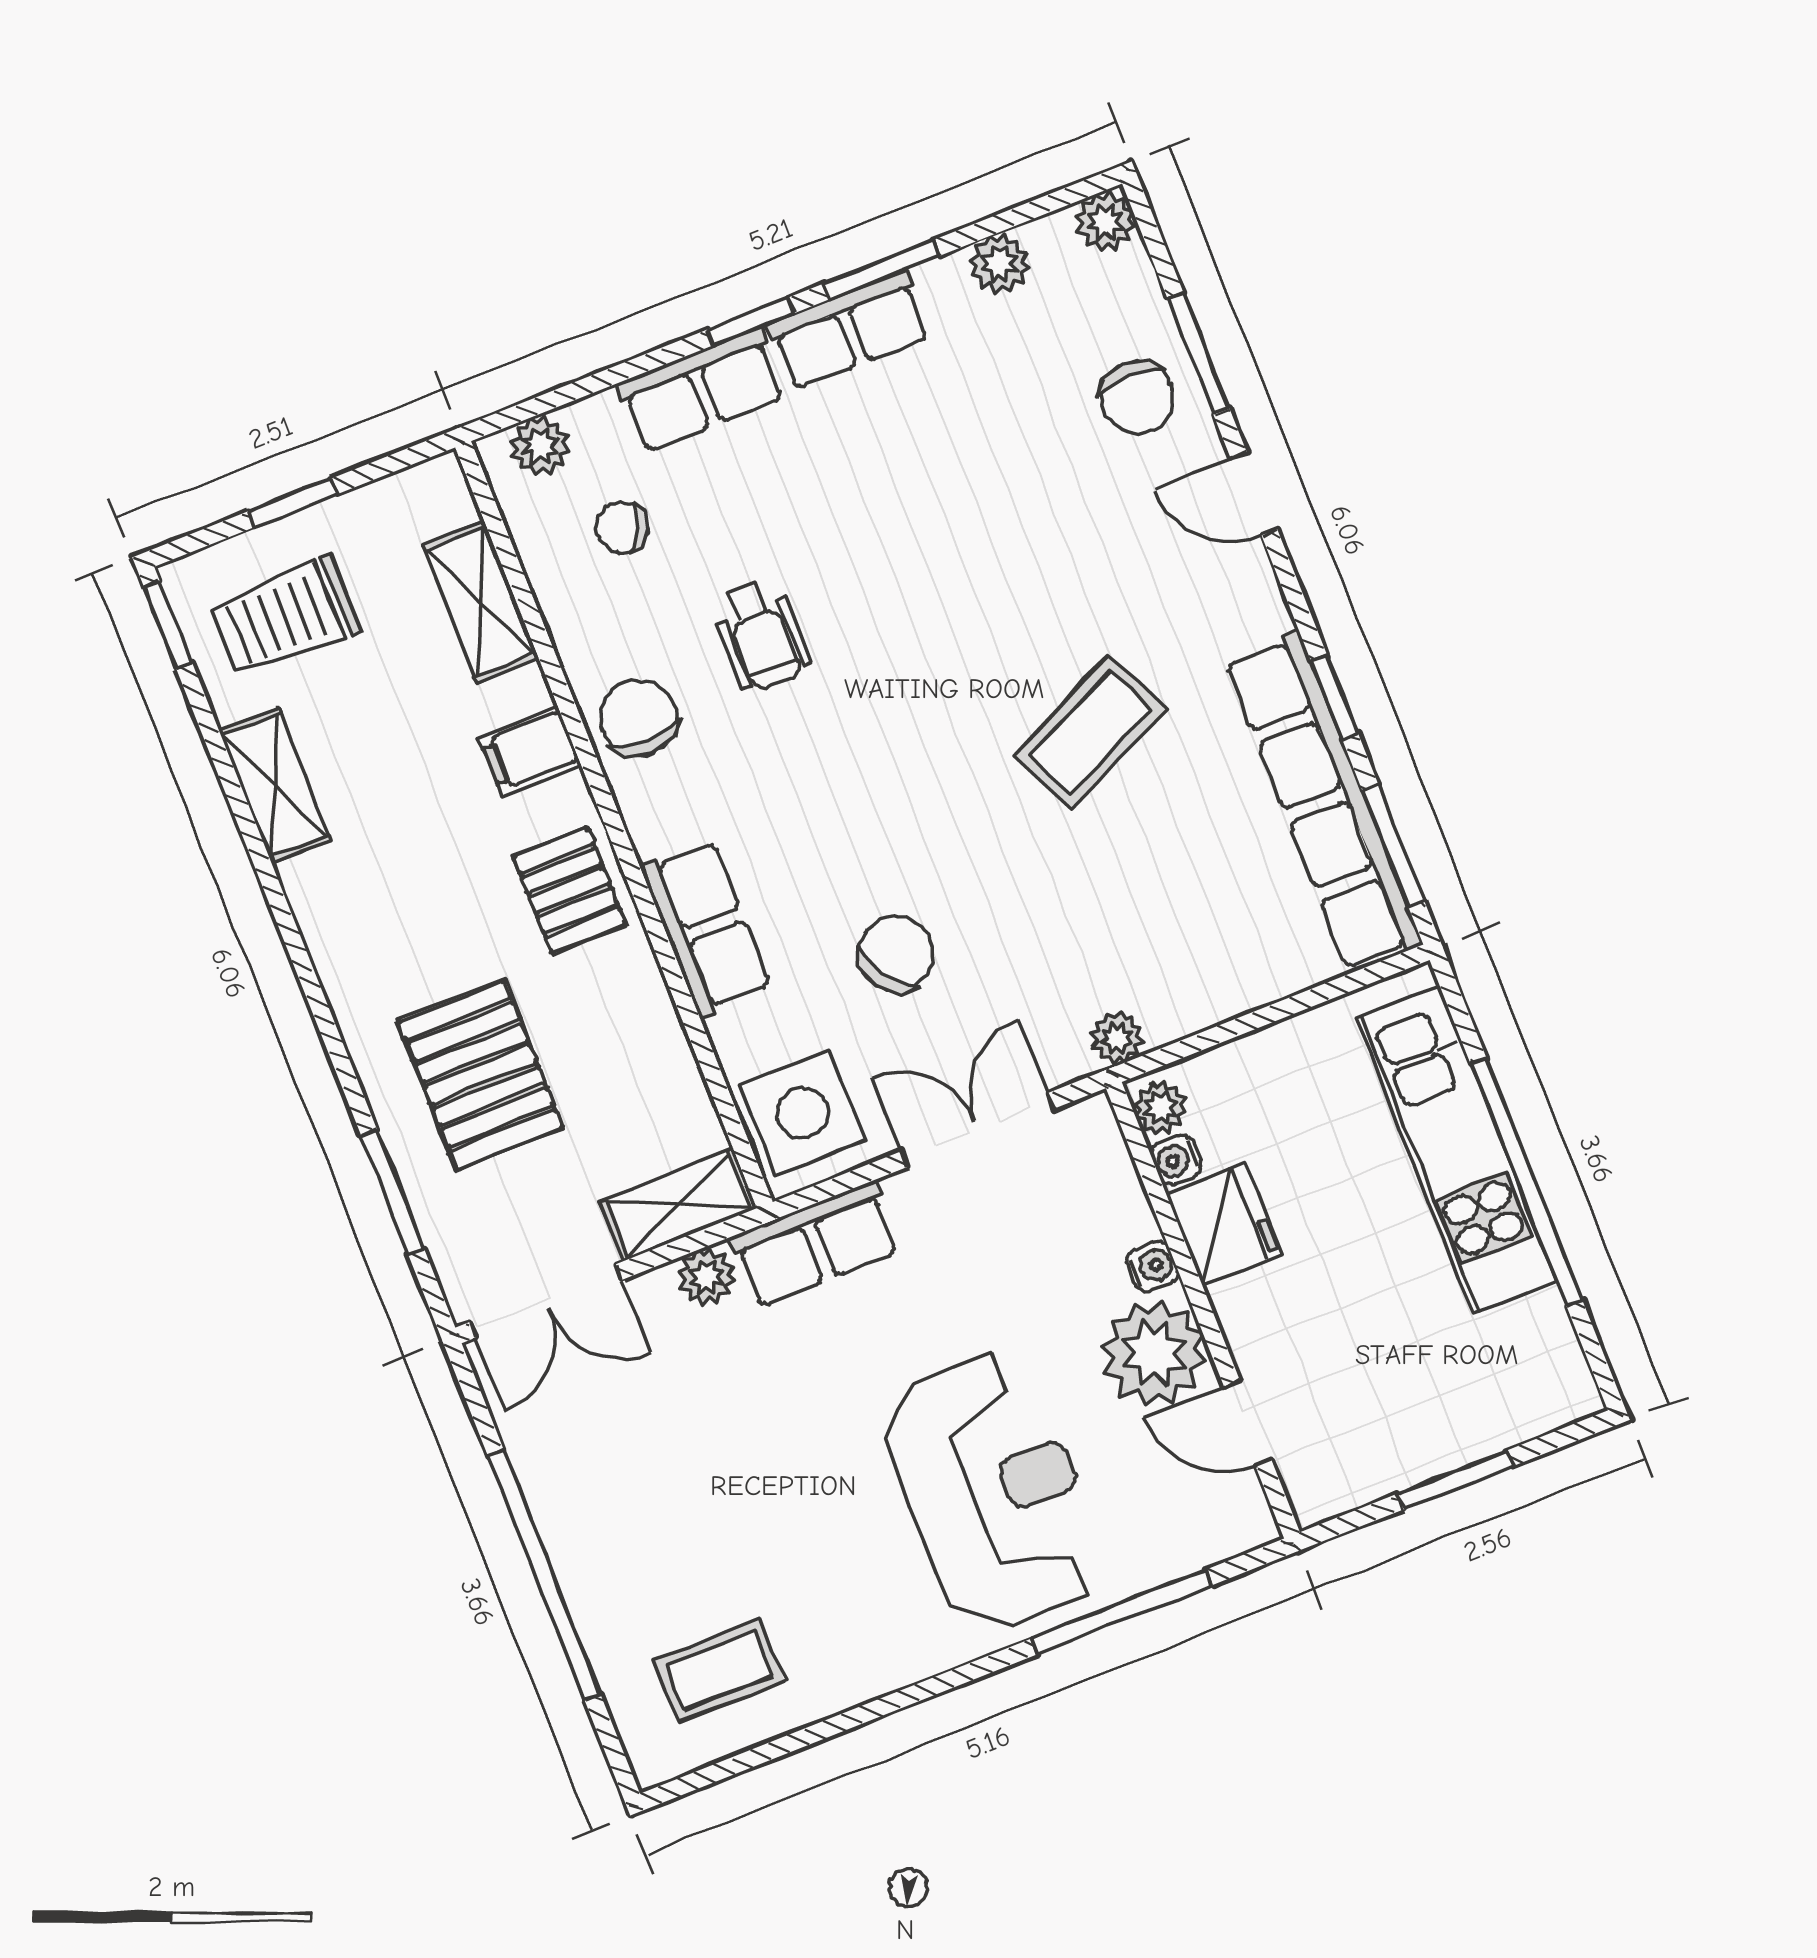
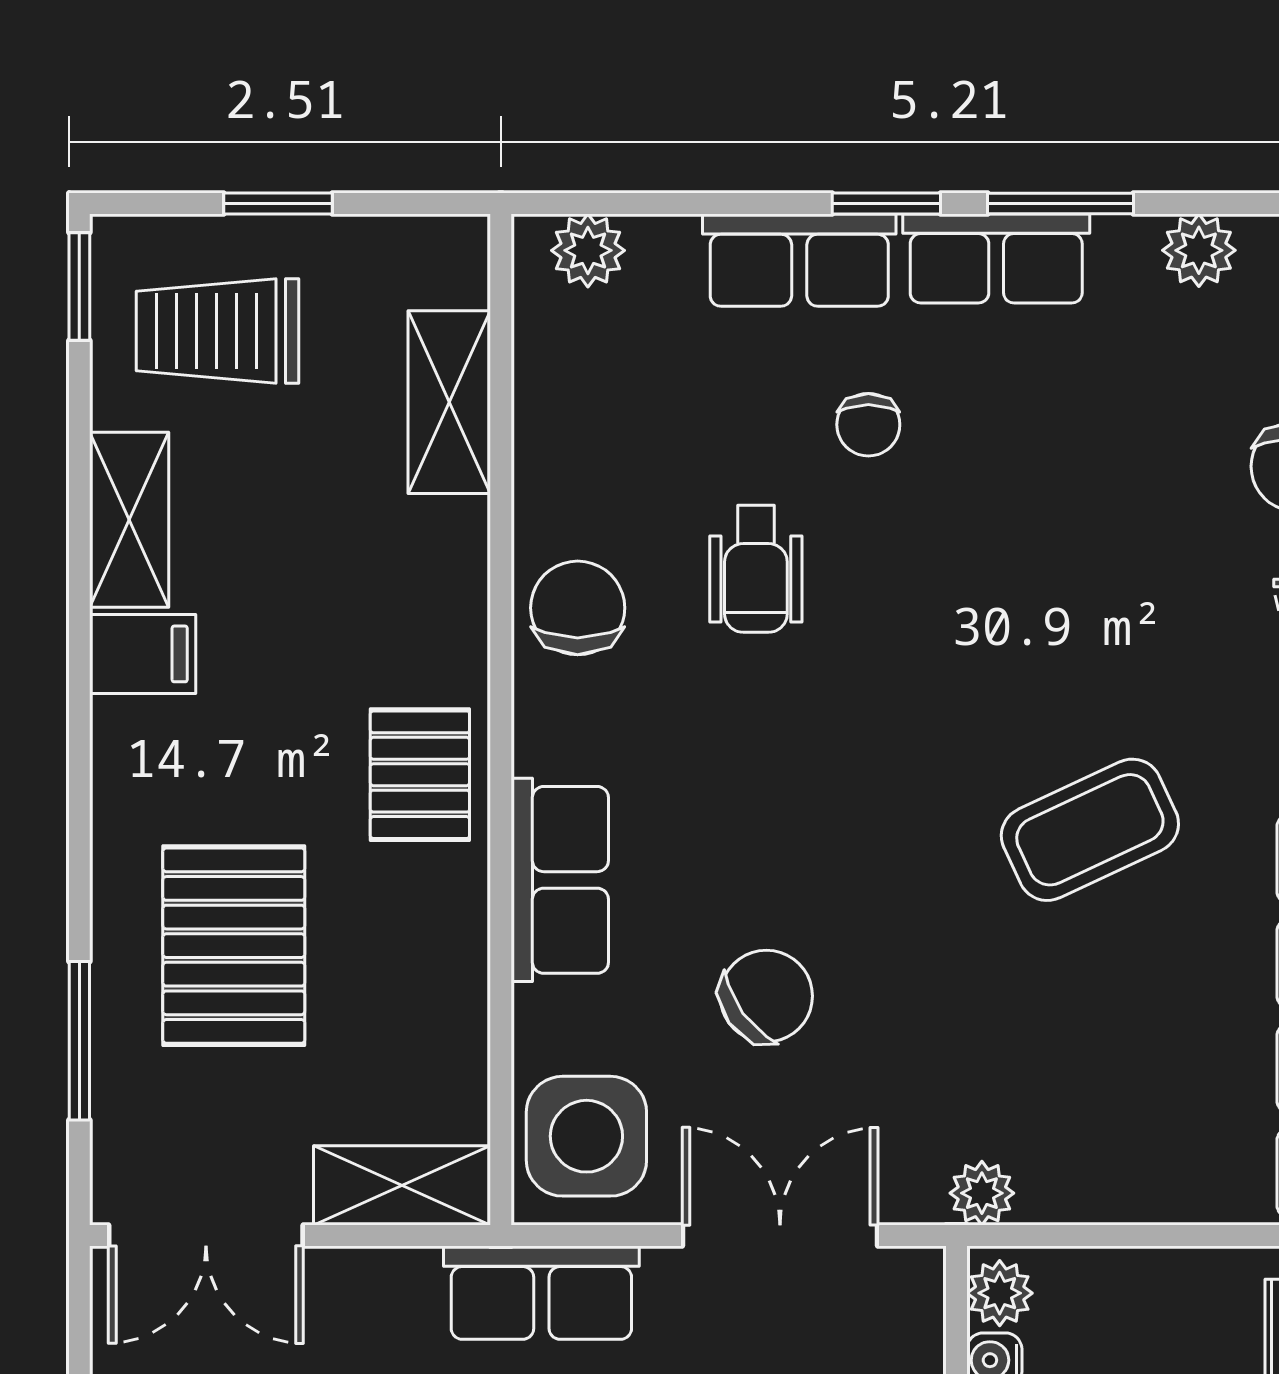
chair: (622, 527) -> (868, 425), moved, turned -116
filing cabinet: (530, 751) -> (143, 654), moved, turned 180
plant: (707, 1277) -> (402, 1281), removed

